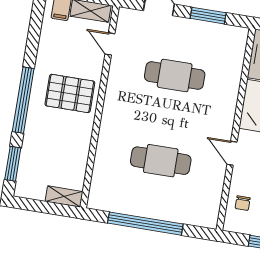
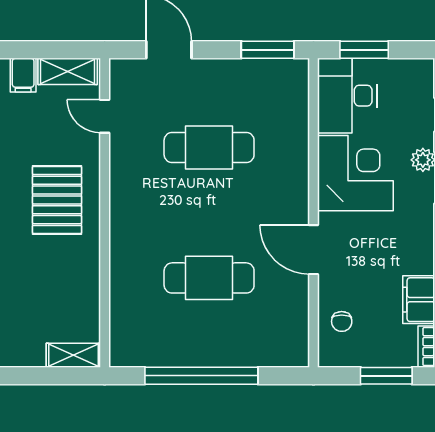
window: (208, 16) -> (268, 50), moved
pallet: (70, 93) -> (57, 200), turned 90
door: (232, 153) -> (314, 250), width x1.38

